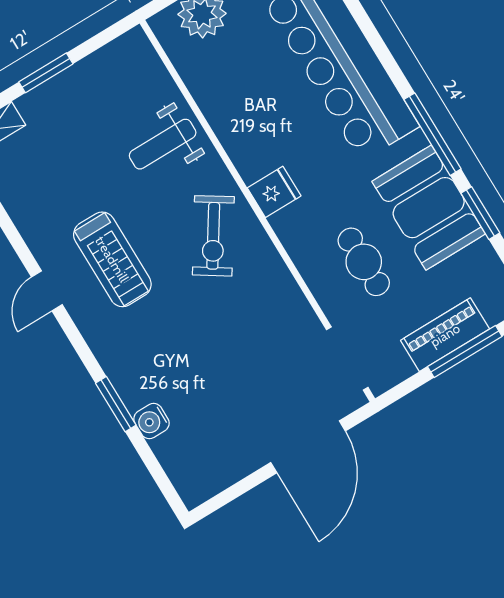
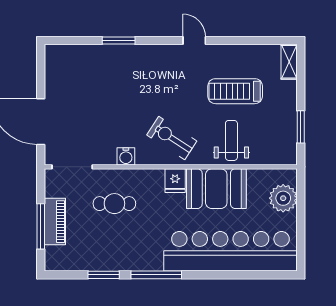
window: (46, 73) -> (301, 127), moved
booth: (429, 208) -> (216, 189), moved
treadmill: (112, 259) -> (235, 91), moved
water cooler: (151, 421) -> (126, 156), moved, turned 180

